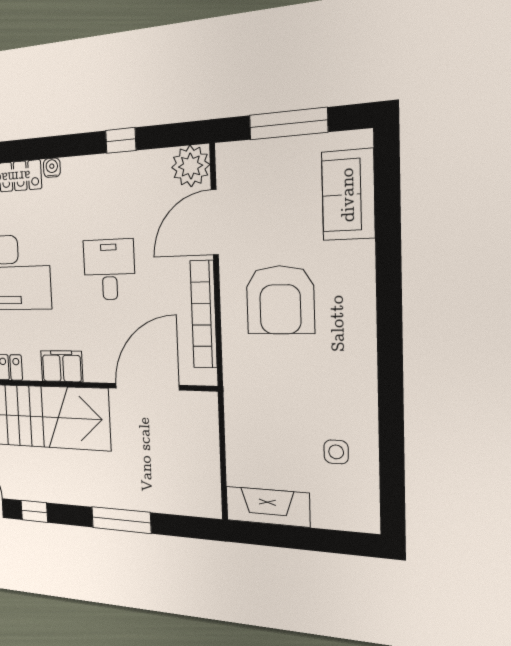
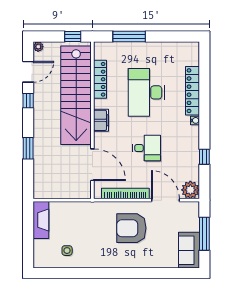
sofa: (348, 195) -> (189, 250), moved, turned -90
window: (121, 520) -> (28, 148), width x0.69

